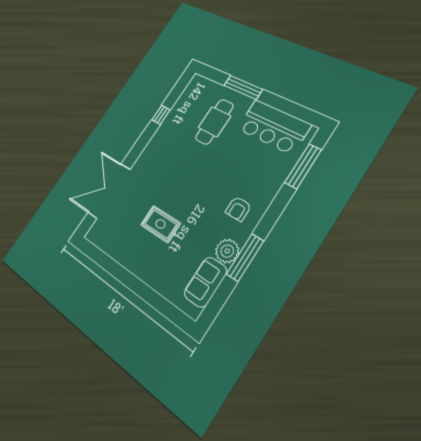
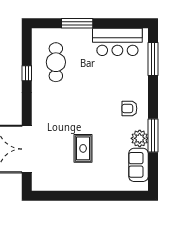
cafe table: (214, 122) -> (56, 62), moved
armchair: (238, 209) -> (129, 108), turned 90
rug: (161, 224) -> (83, 148), turned 90

